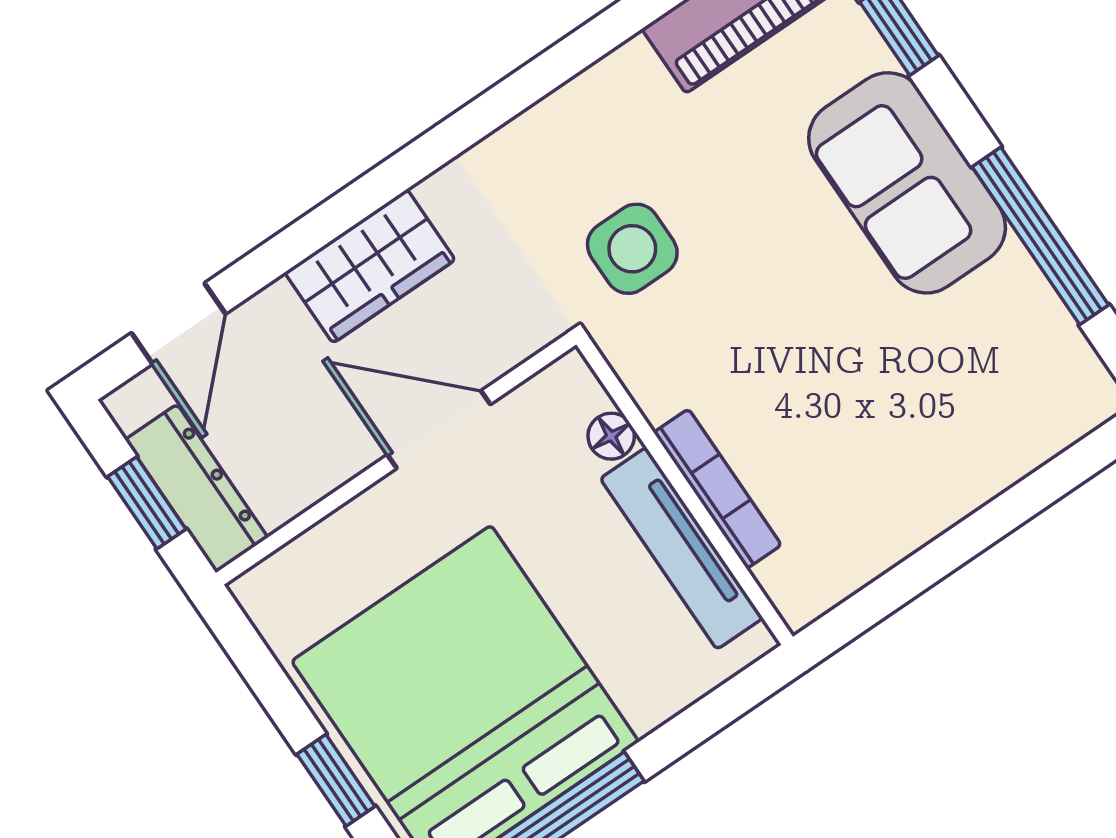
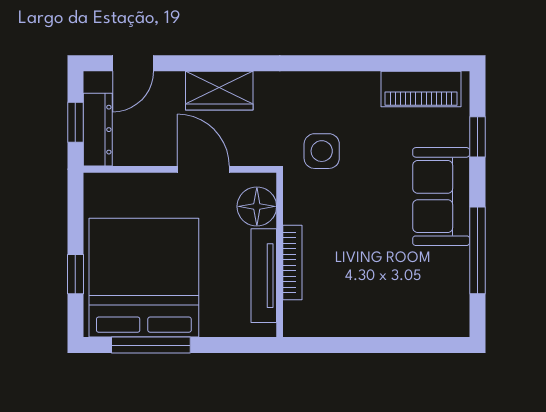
floor lamp: (611, 436) -> (257, 206), width x1.89, depth x1.89

